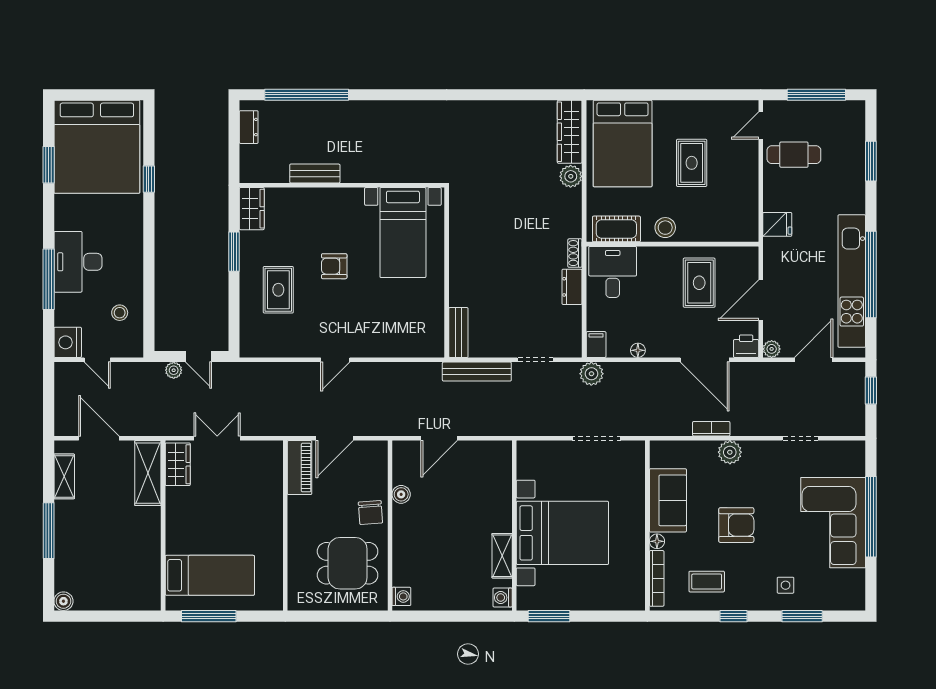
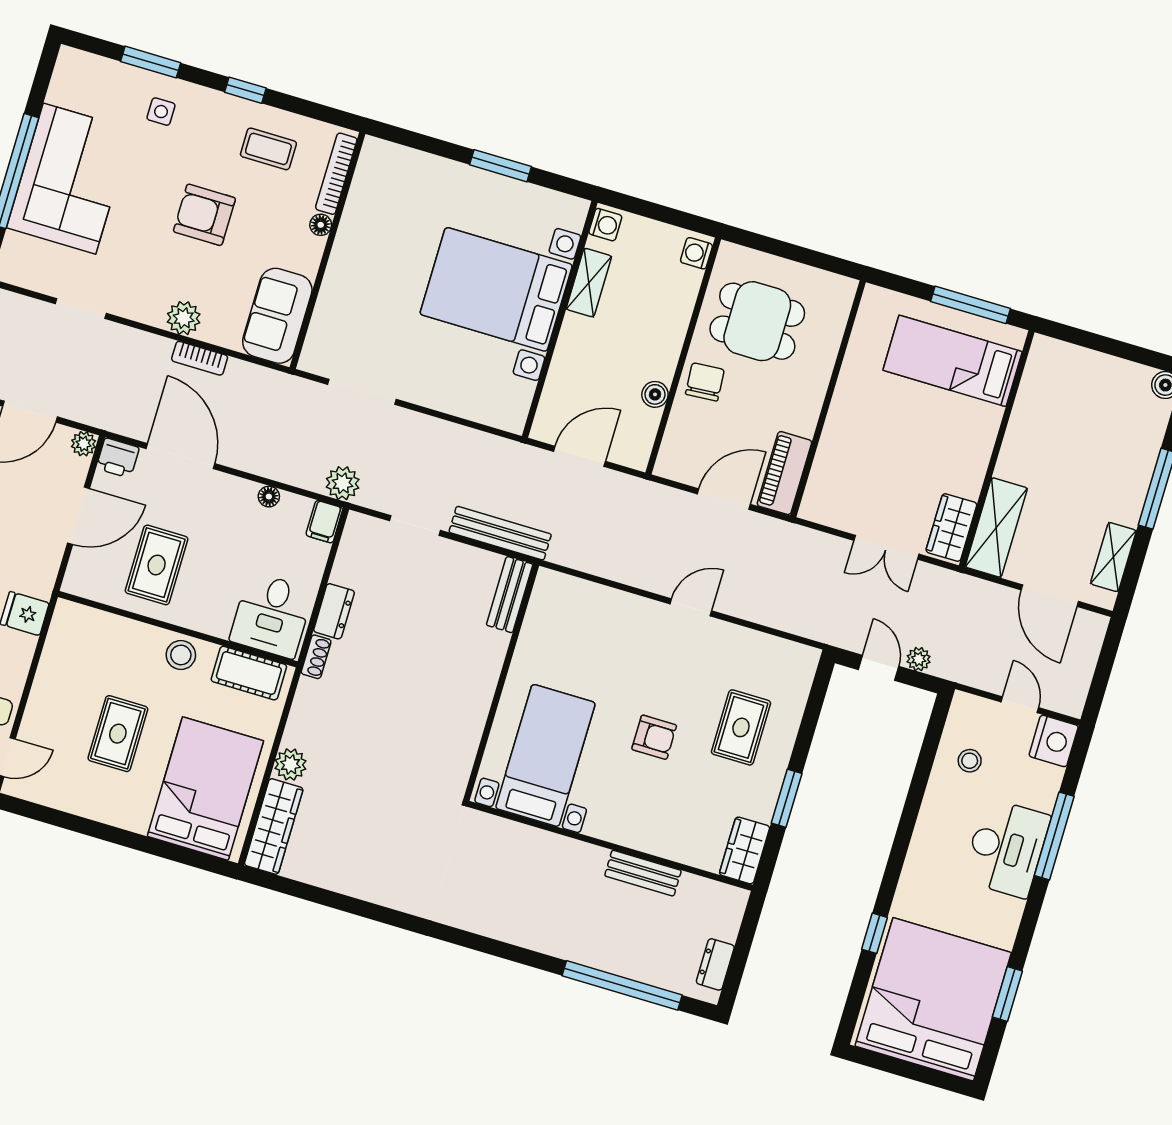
sofa: (668, 500) -> (277, 316), moved
wall: (514, 526) -> (560, 319), moved
bed with nightstands: (562, 533) -> (496, 289), moved
shelving: (502, 556) -> (589, 283), moved
washing machine: (503, 598) -> (605, 225), moved

